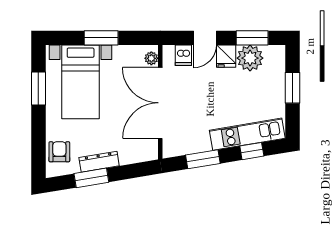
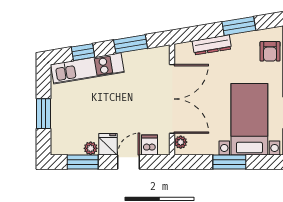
plant: (250, 58) -> (91, 148), width x0.53, depth x0.53
dresser: (99, 162) -> (212, 45), moved

